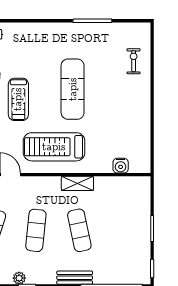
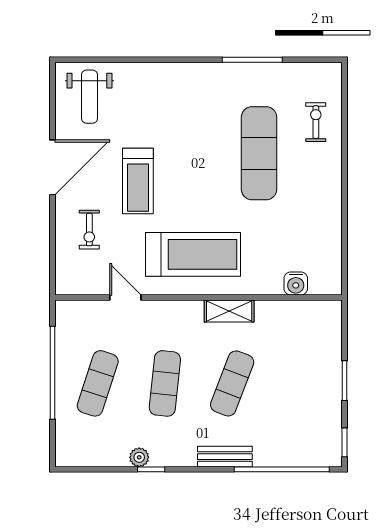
exercise mat: (73, 89) -> (259, 153), moved
treadmill: (54, 147) -> (193, 254), turned 180
exercise mat: (79, 230) -> (232, 383), turned 33

